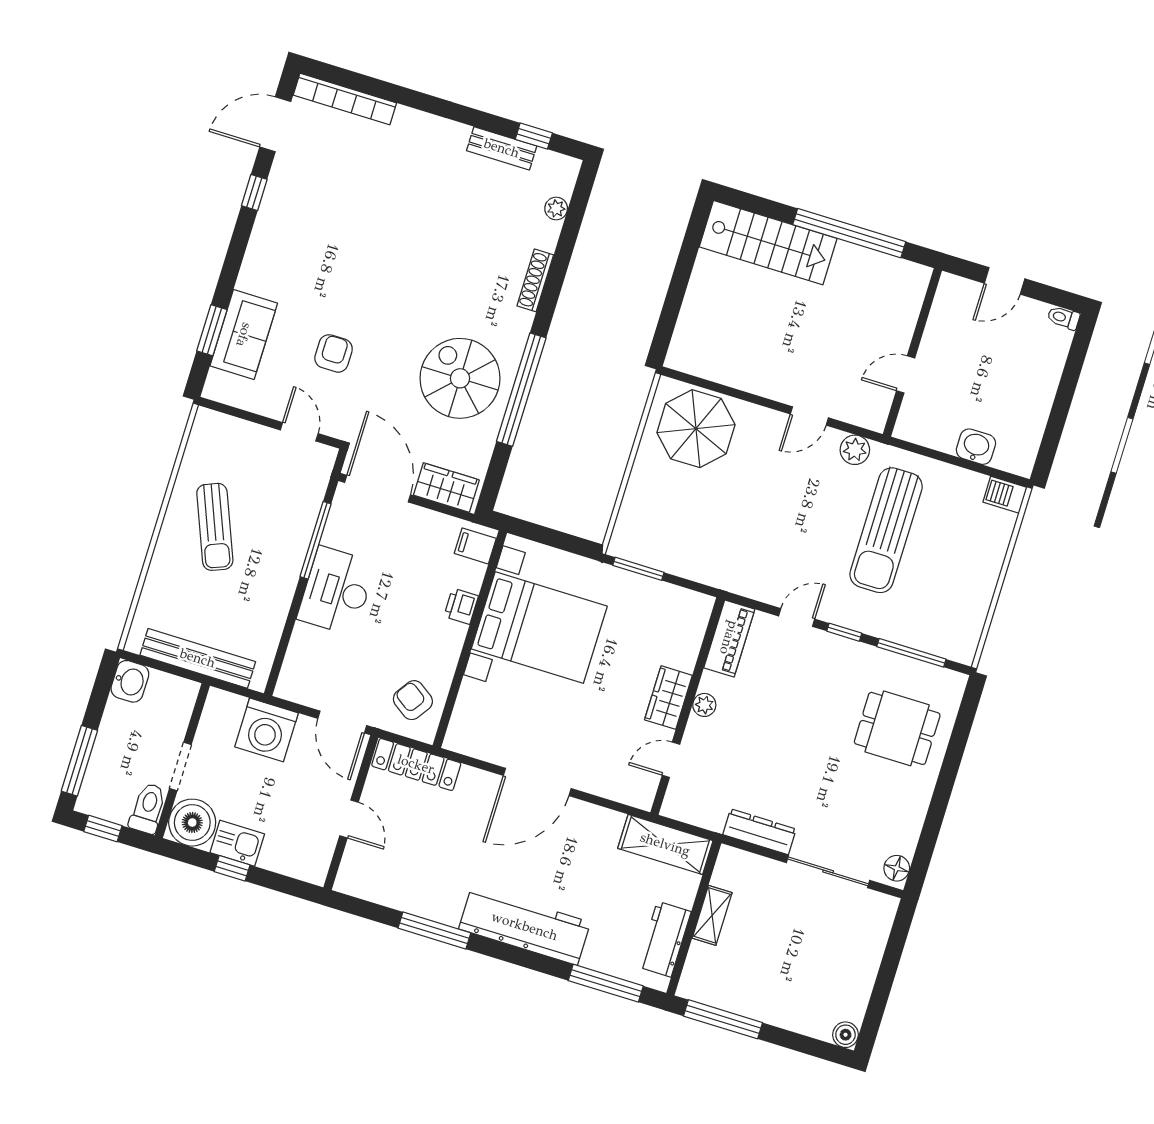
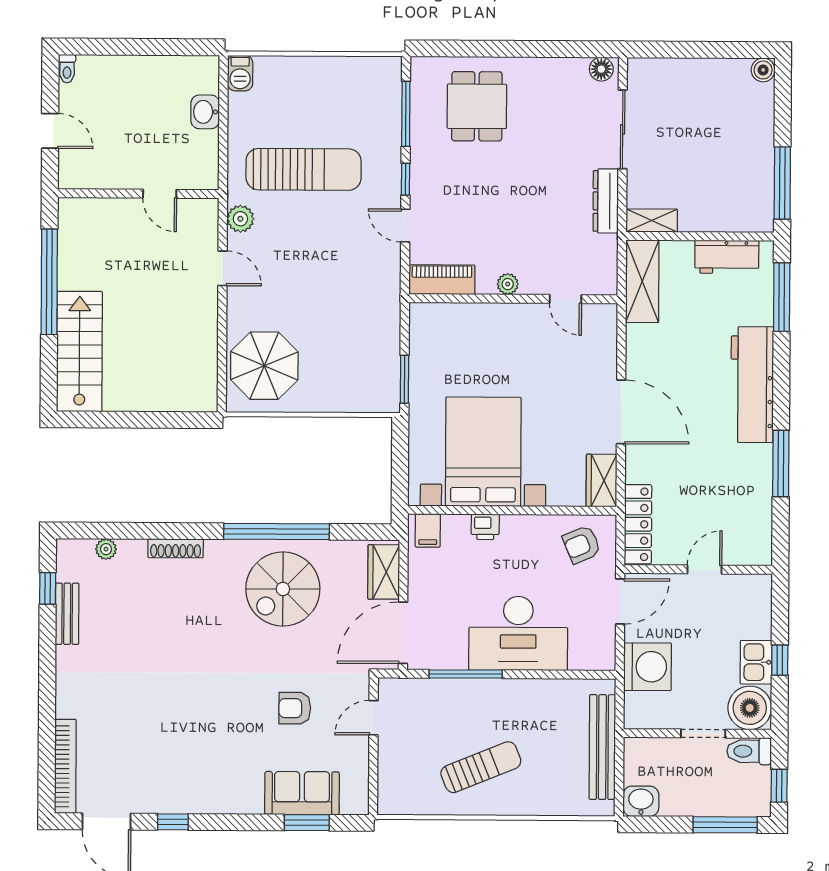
desk: (336, 591) -> (518, 633), width x1.36, depth x1.30
wardrobe: (668, 698) -> (602, 481), moved, turned 90
armchair: (413, 700) -> (582, 545), turned 32
shelving: (712, 915) -> (652, 220), moved

